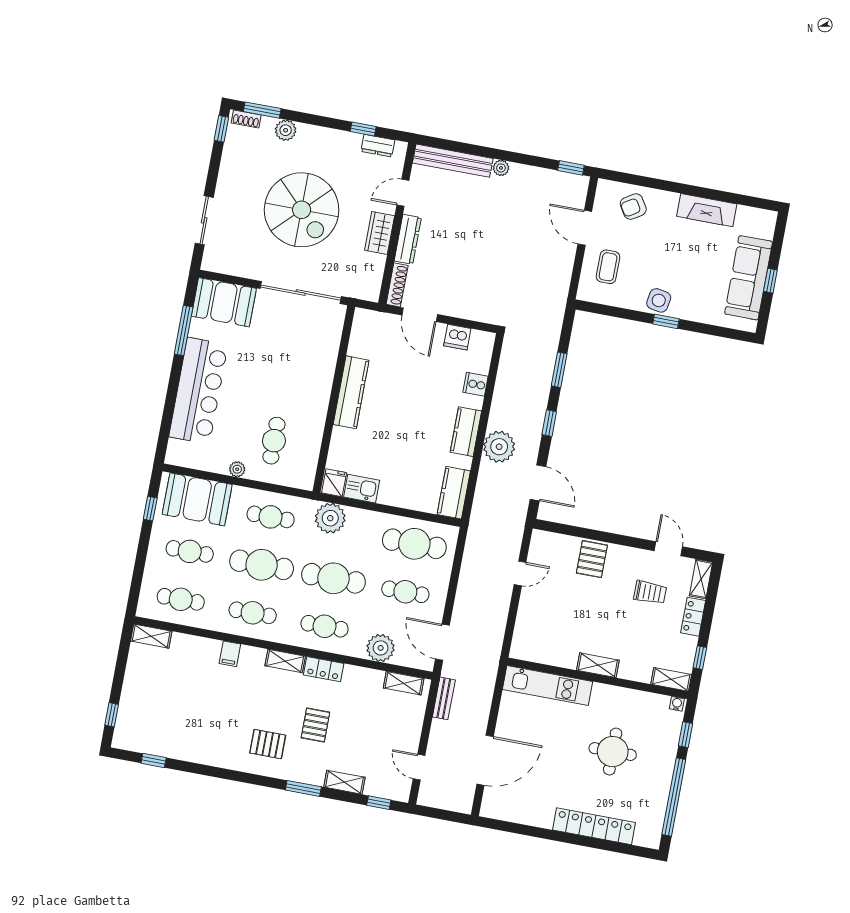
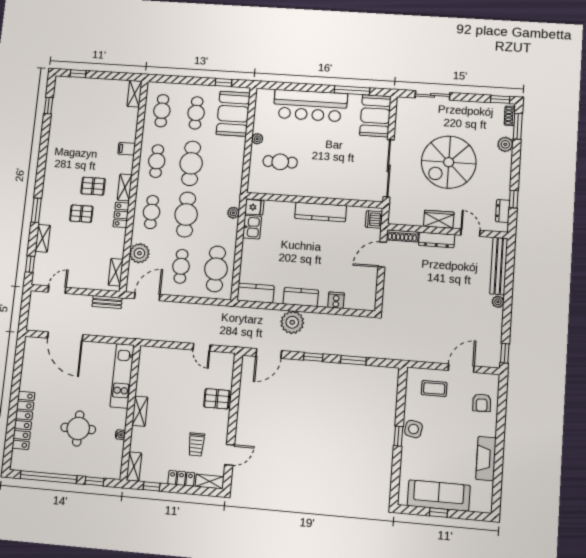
armchair: (633, 207) -> (482, 403), turned -150
dishwasher: (457, 337) -> (374, 219), moved
cafe table: (271, 517) -> (226, 166), removed
plant: (330, 518) -> (233, 213), width x0.53, depth x0.53
water cooler: (677, 704) -> (120, 435), moved
pallet: (268, 744) -> (93, 186), moved, turned 90

